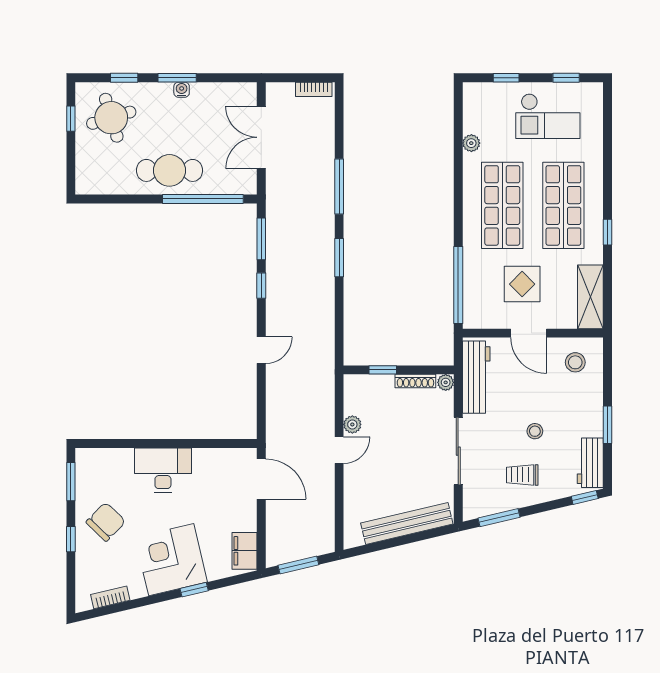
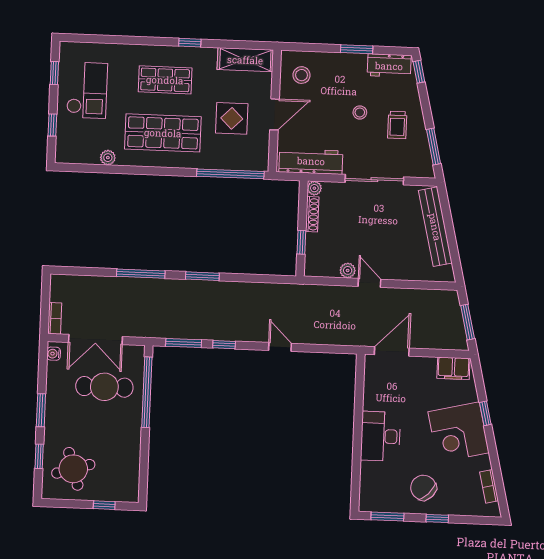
bookcase: (314, 89) -> (55, 318), moved
water cooler: (182, 90) -> (54, 354), moved
window: (71, 119) -> (104, 505), moved
cafe table: (169, 170) -> (104, 387), moved, turned 90
shop shelf: (563, 205) -> (165, 80), width x0.70, depth x0.74

